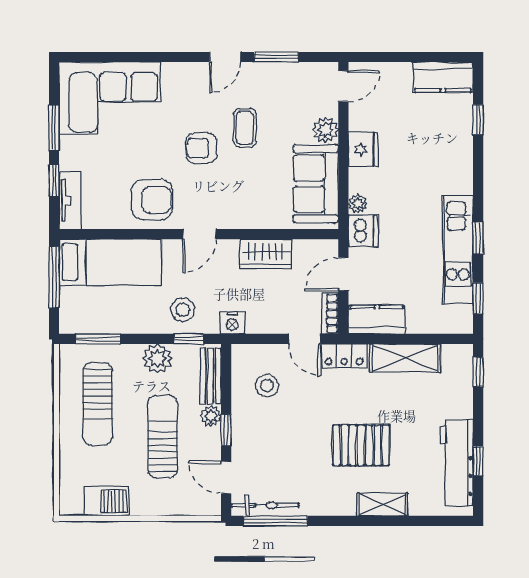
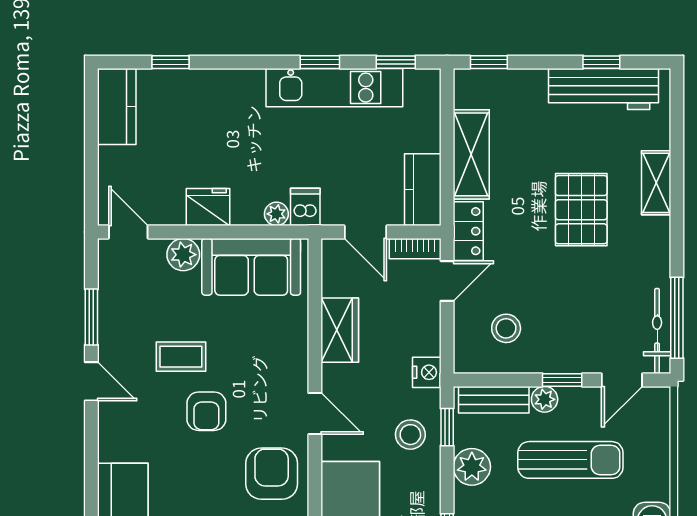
dishwasher: (363, 231) -> (305, 207), width x0.73
sun lounger: (163, 437) -> (570, 460), turned 180

